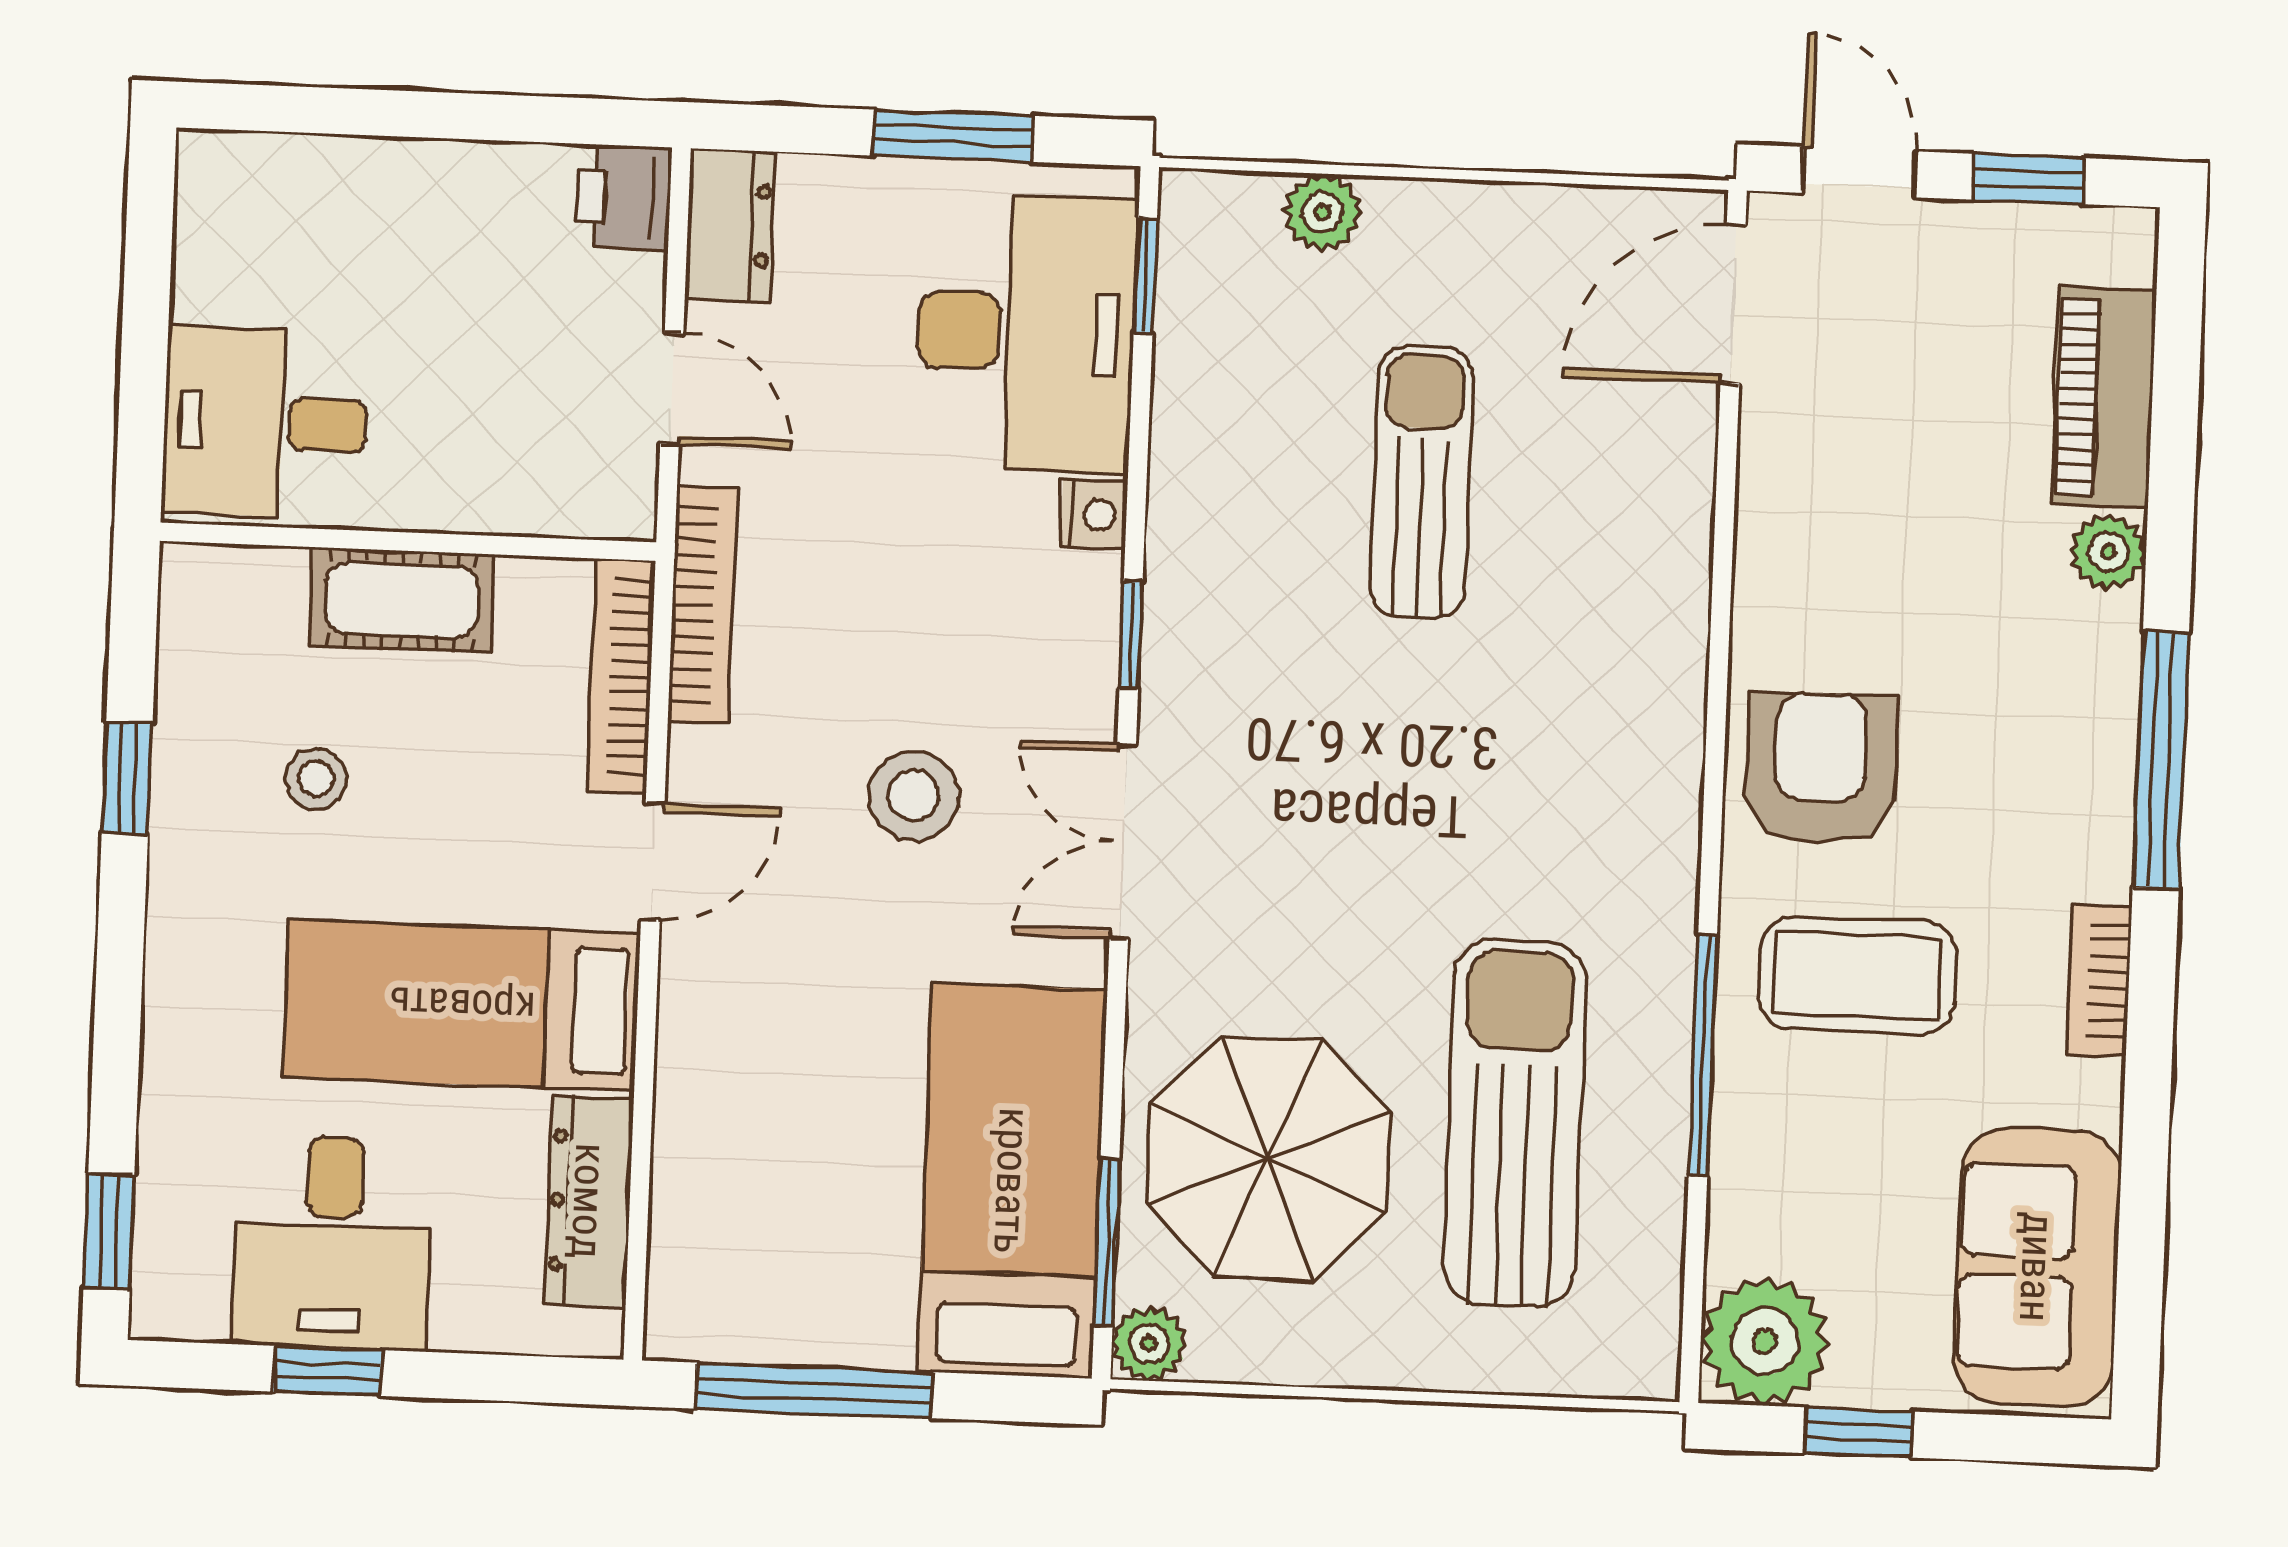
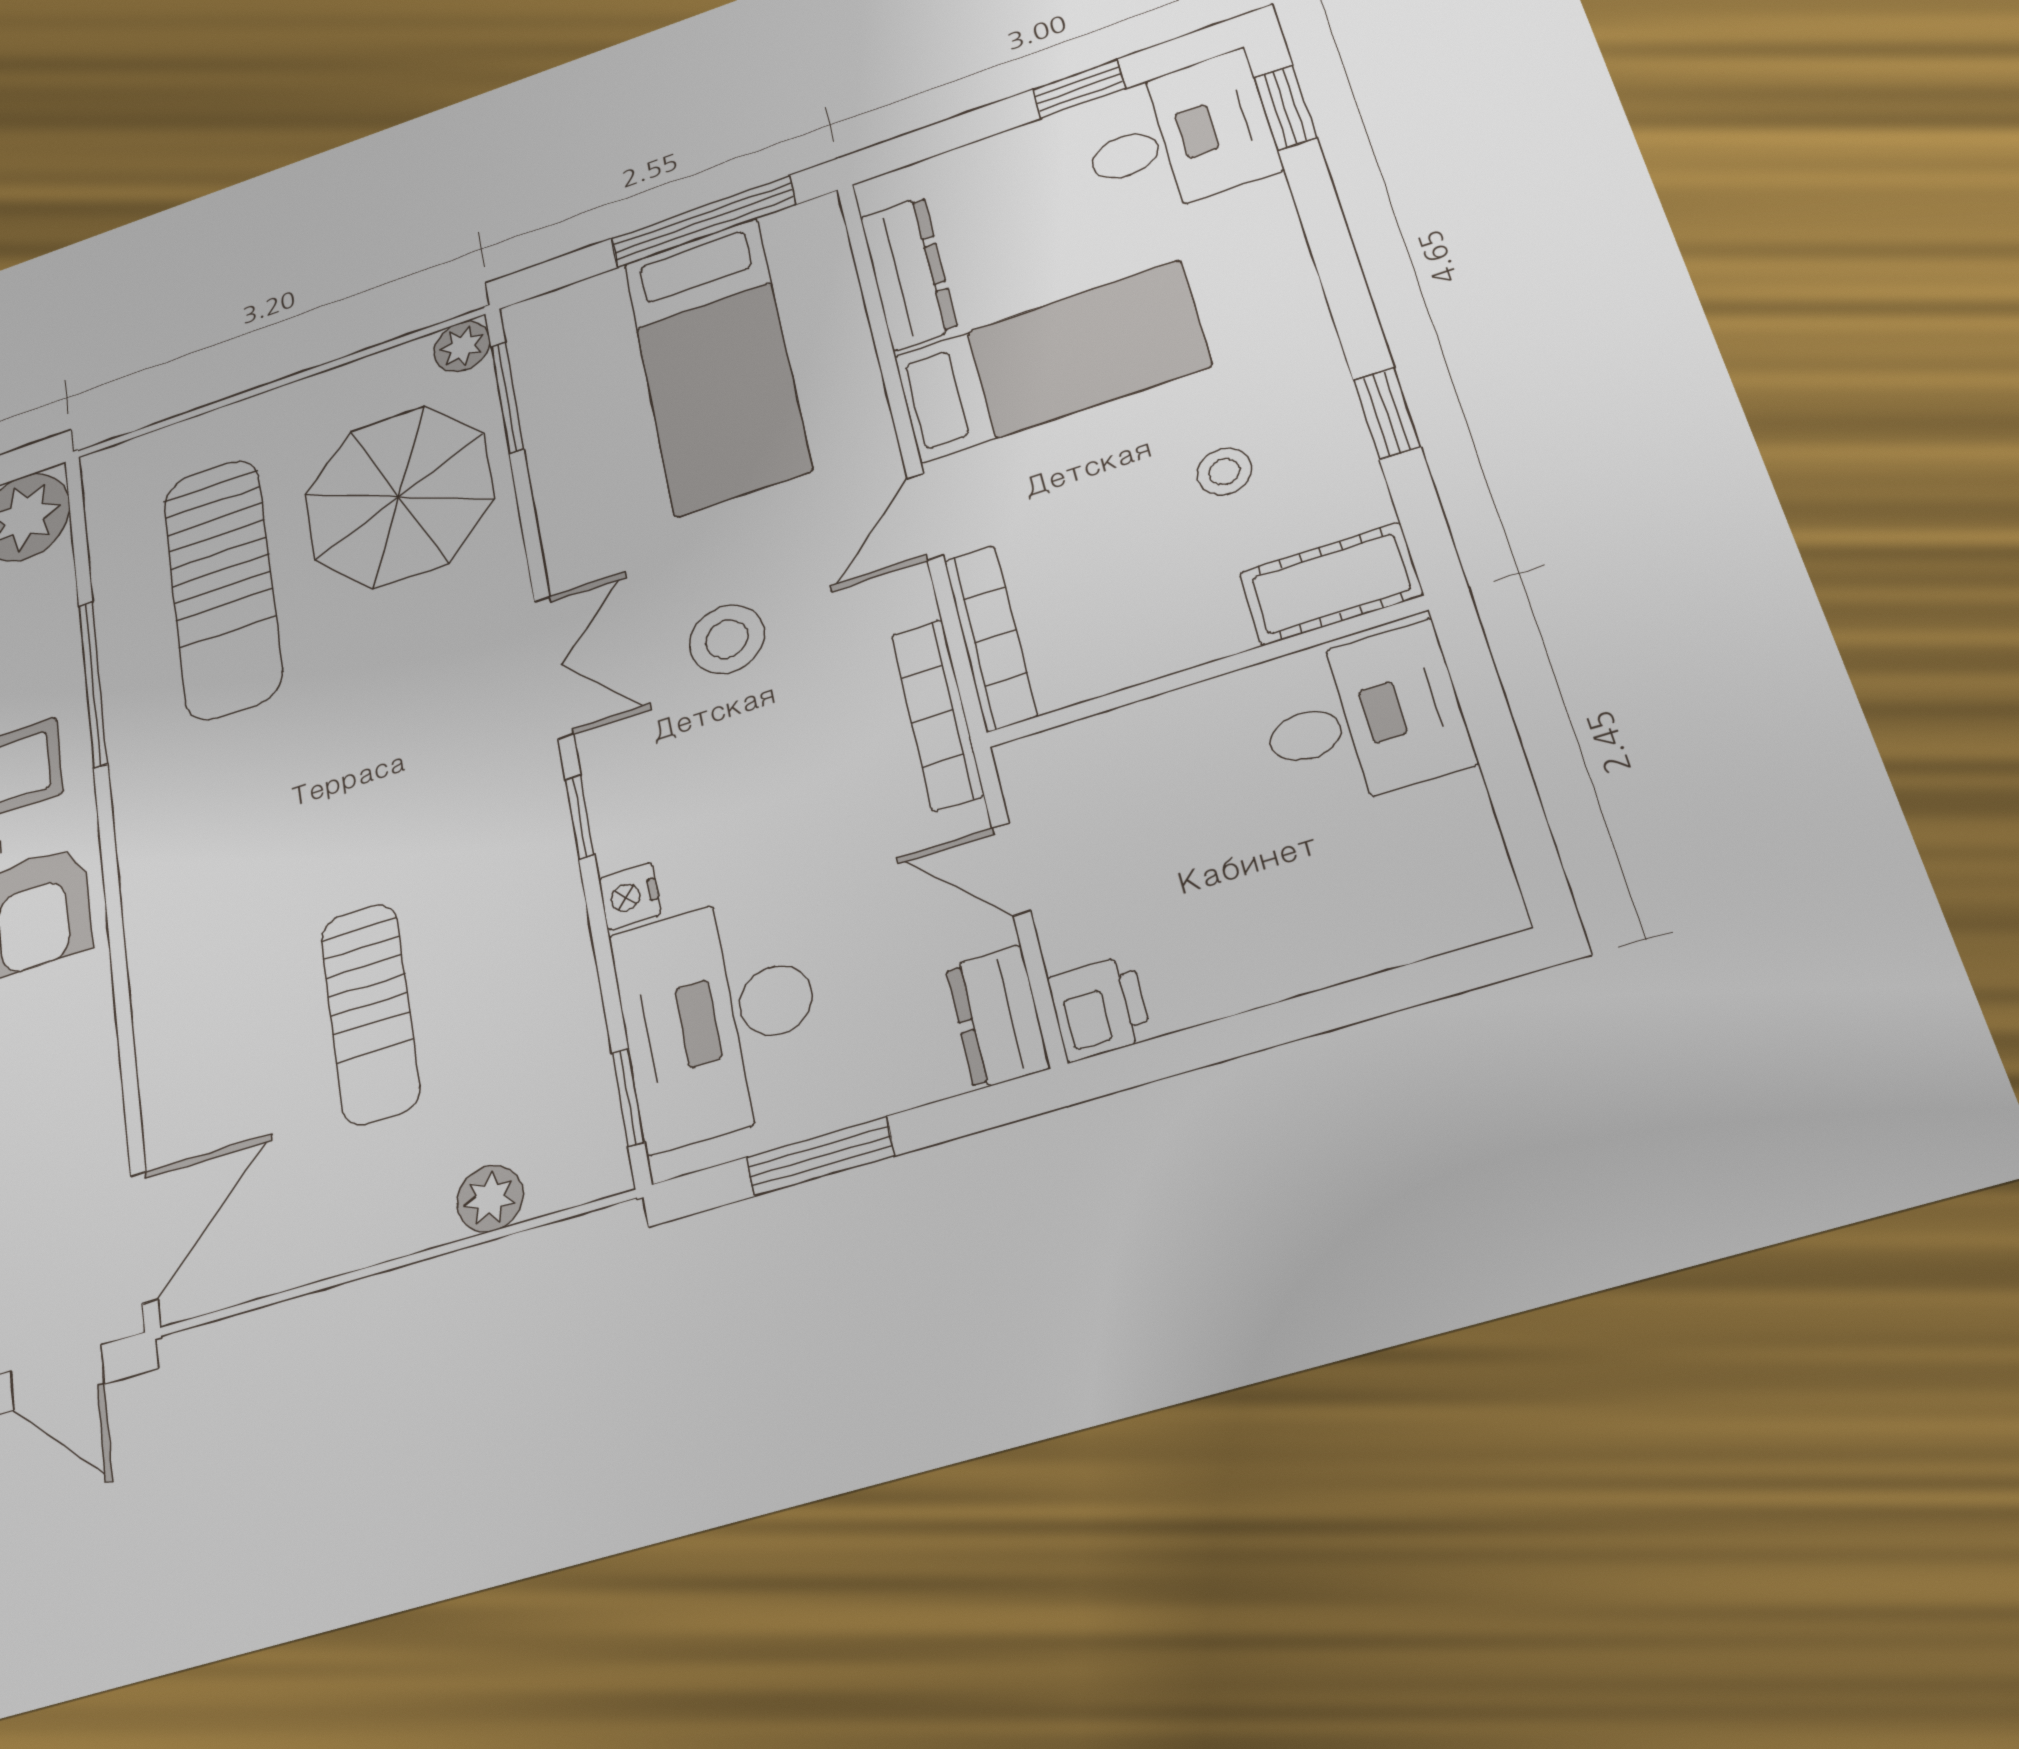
cot: (402, 600) -> (1331, 584), moved
bed: (1012, 1181) -> (716, 365), moved
desk: (332, 1243) -> (1178, 138), moved, turned 90

